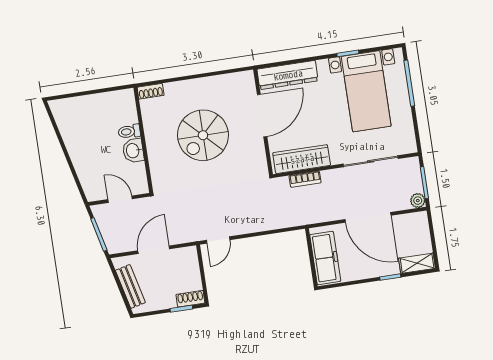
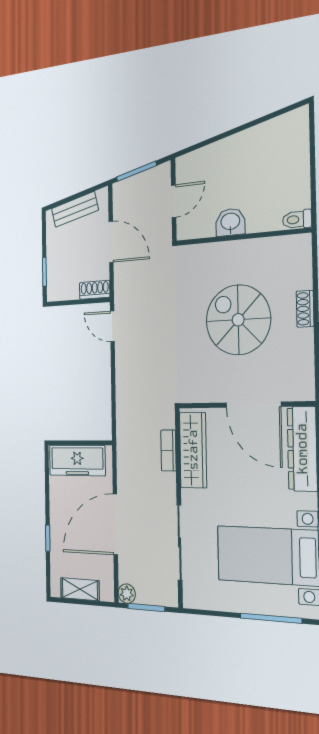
shoe rack: (151, 91) -> (305, 309), moved
toilet: (129, 131) -> (297, 219), moved, turned -90
shelving: (417, 263) -> (80, 589), moved, turned 90
shoe rack: (190, 299) -> (95, 290), moved, turned -90

